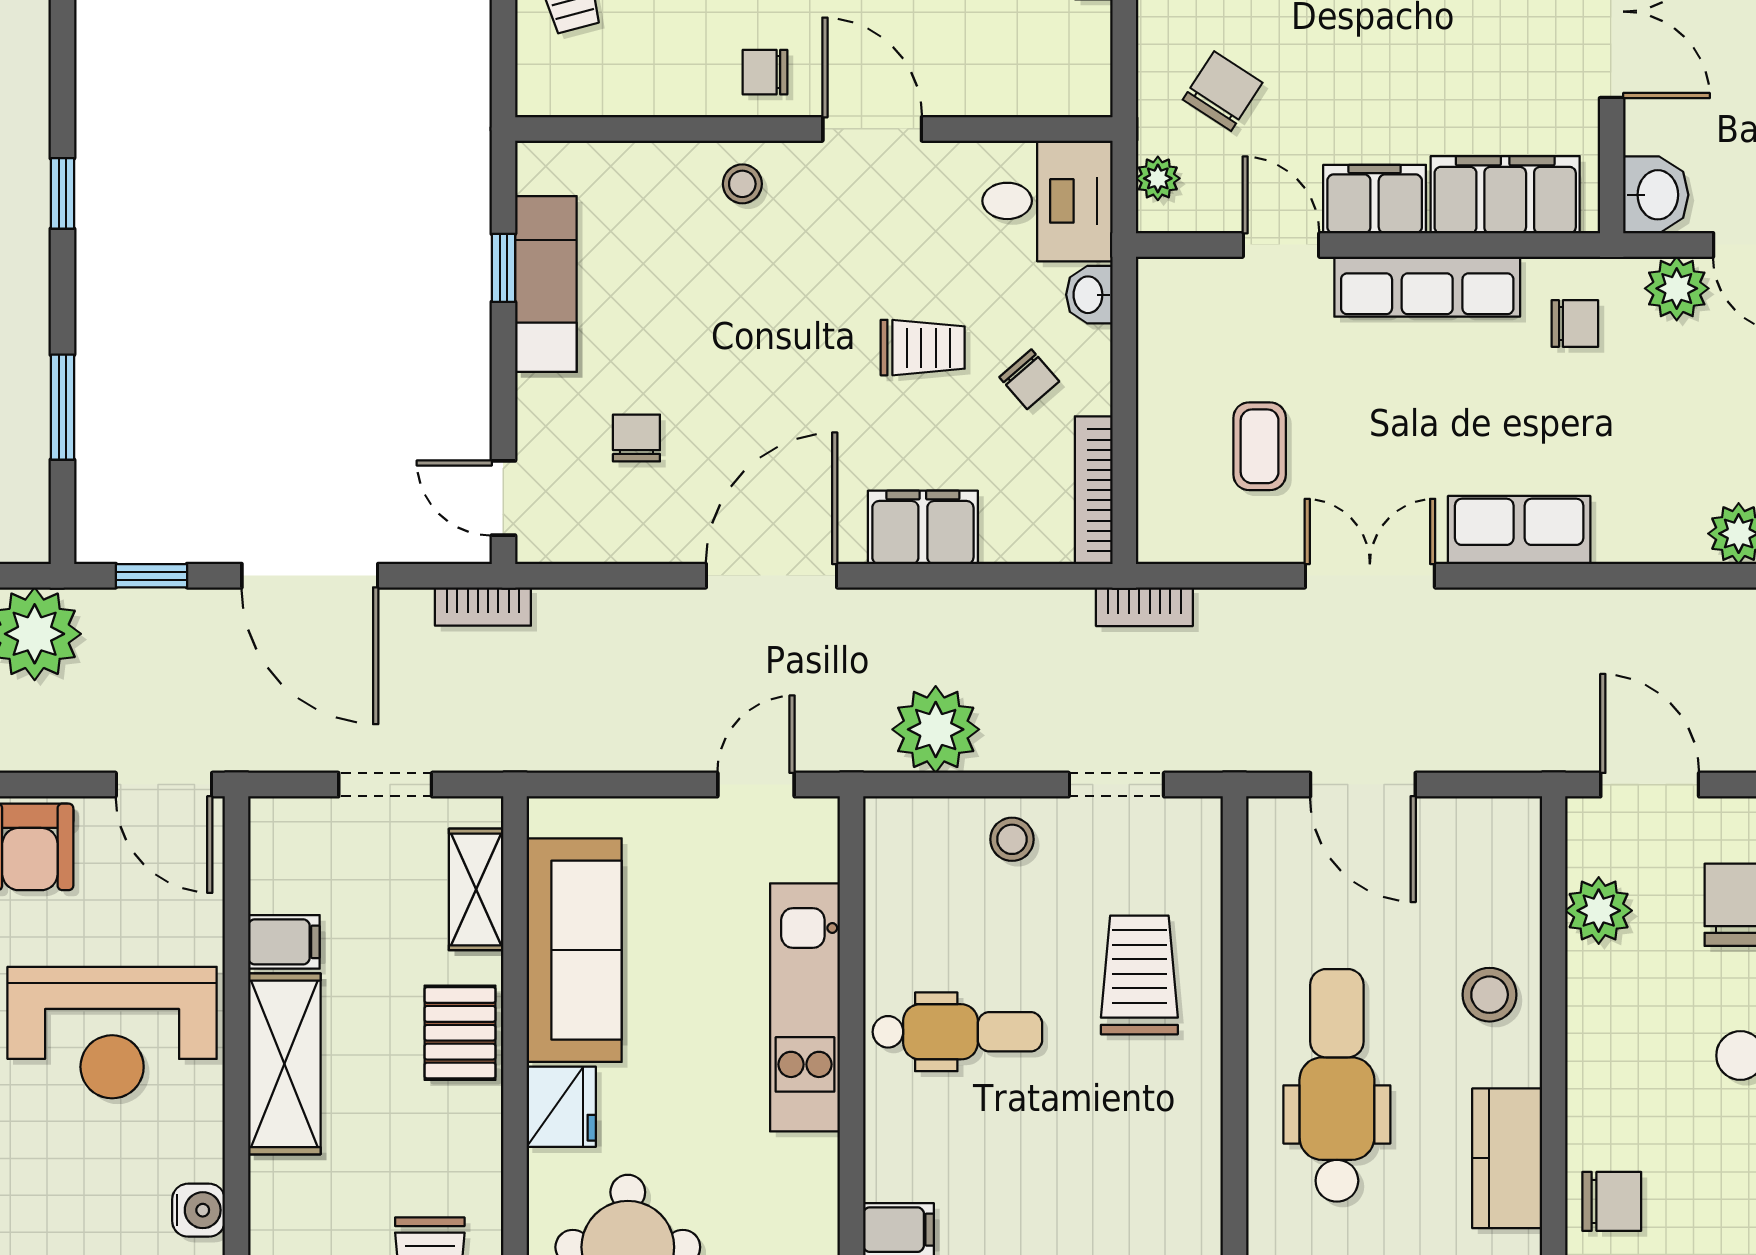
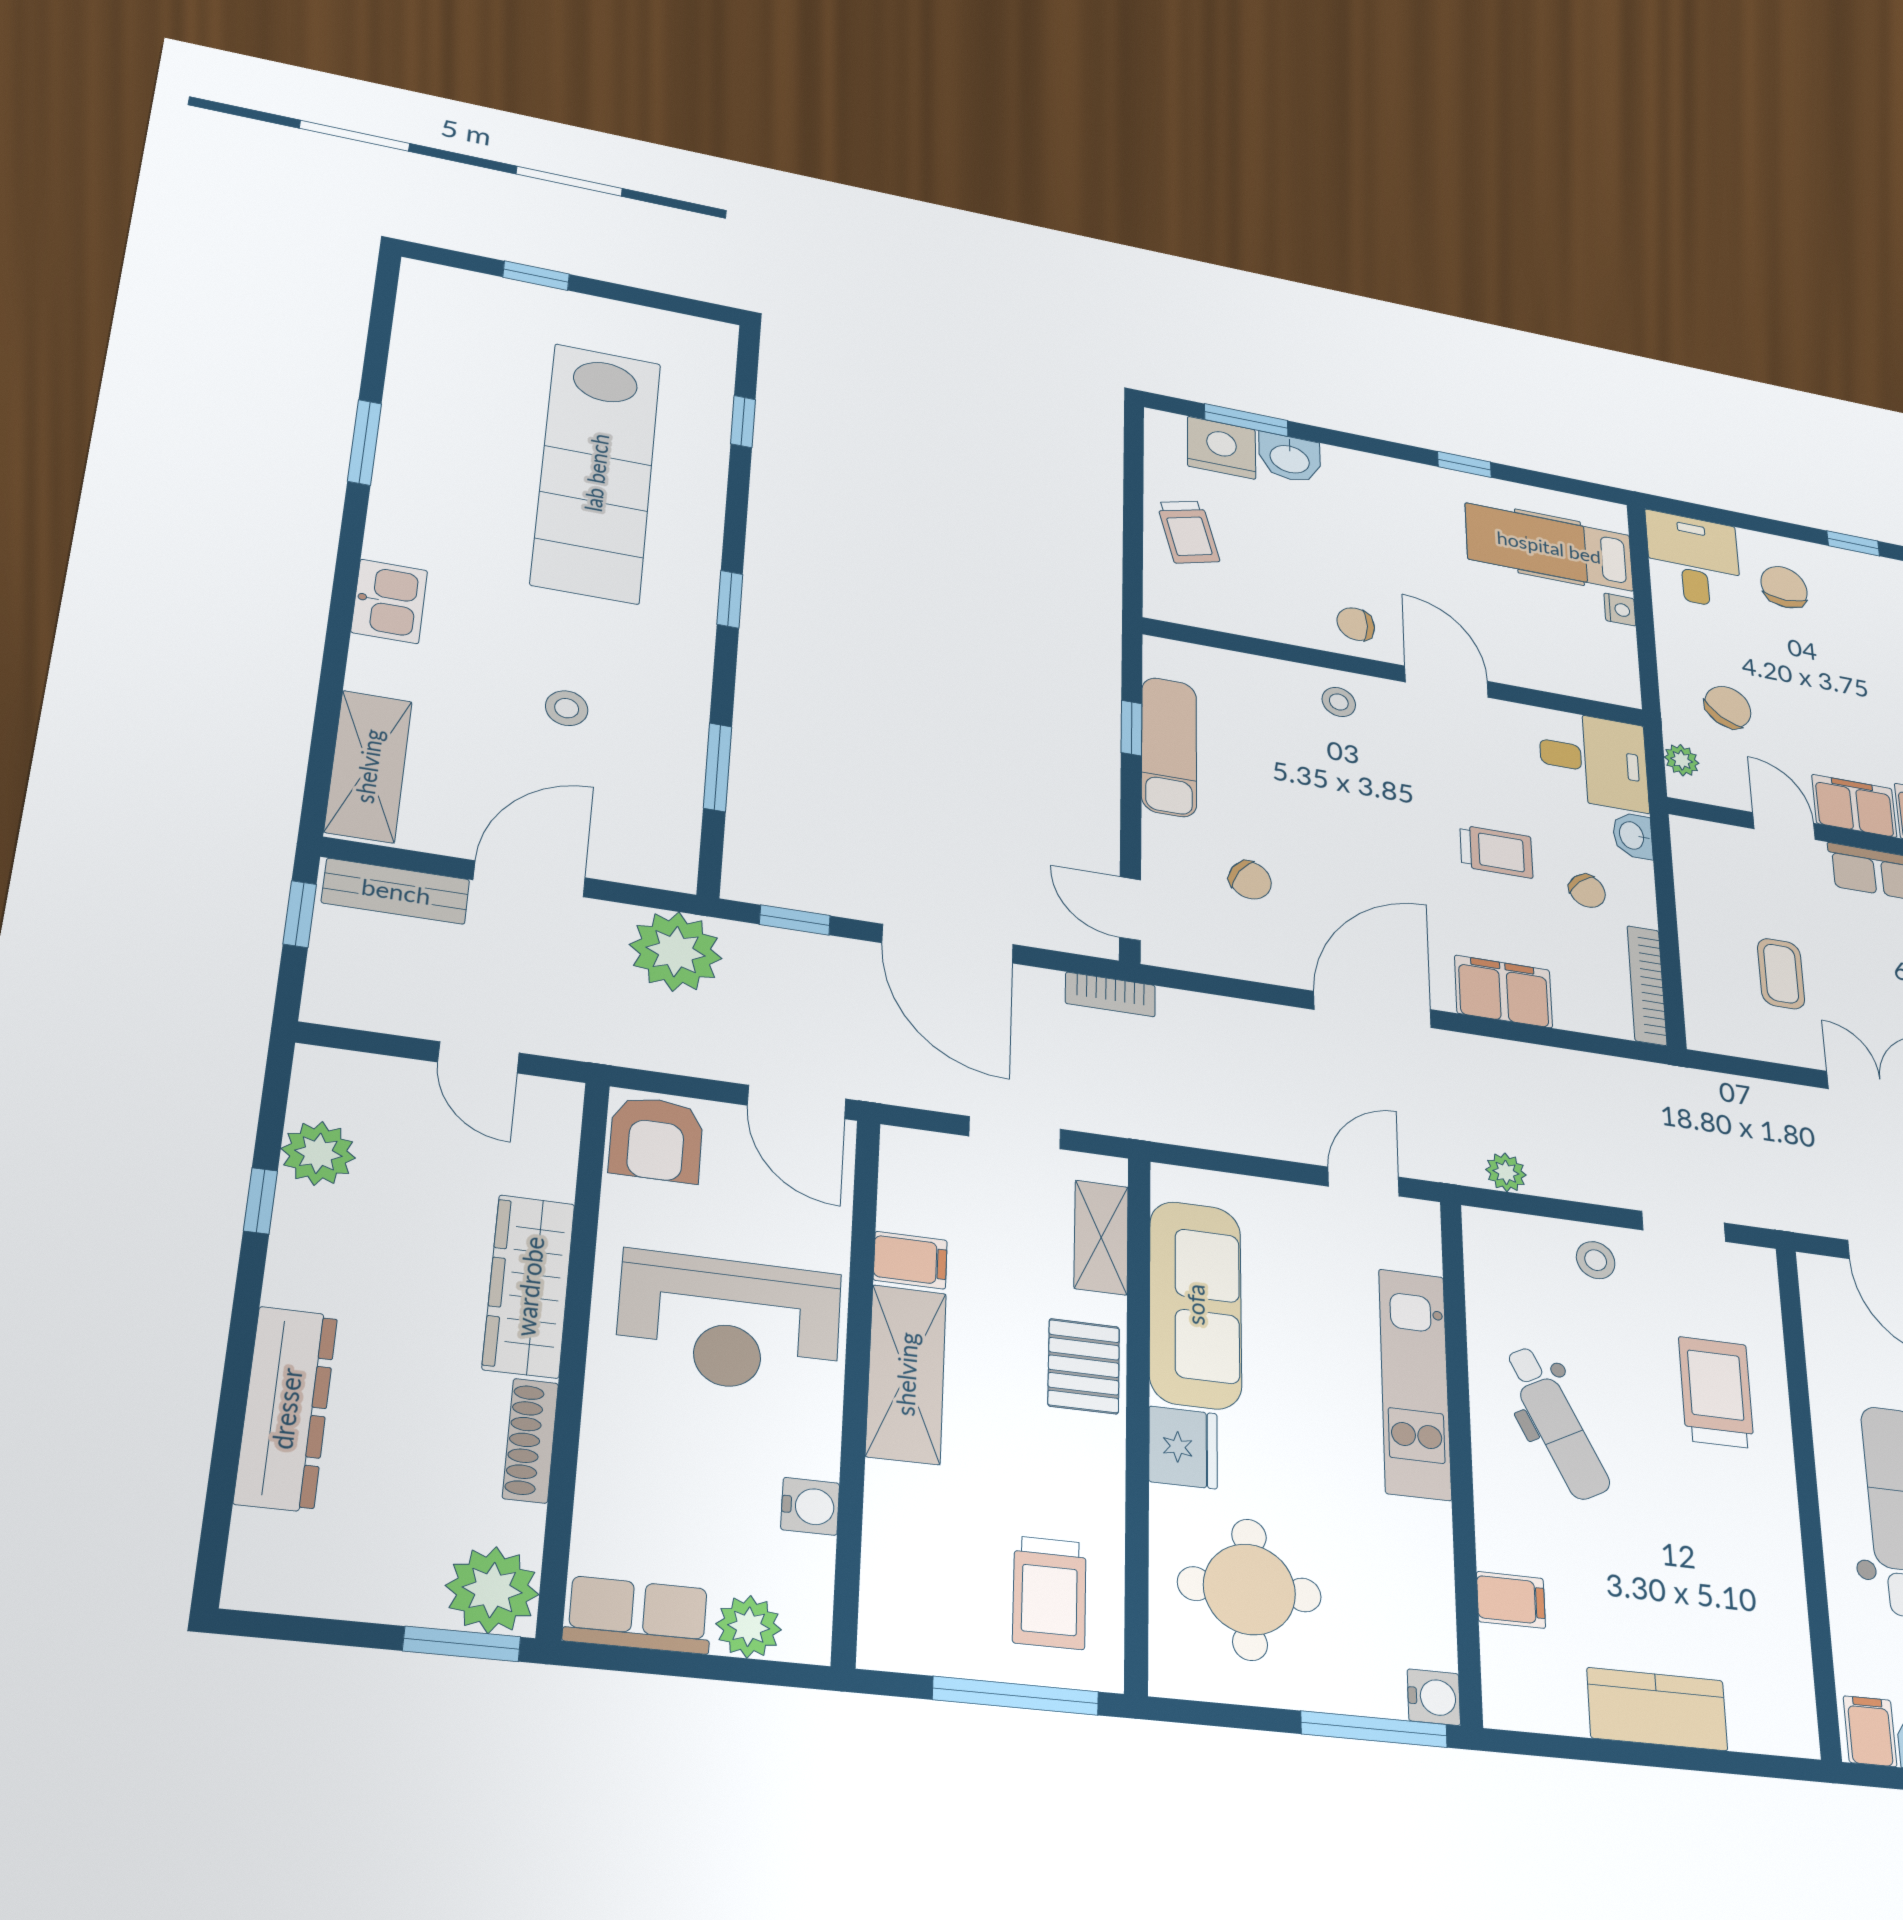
chair: (636, 438) -> (1250, 880), turned 124
bookcase: (1144, 607) -> (1696, 1084), removed
plant: (936, 729) -> (1506, 1172), width x0.53, depth x0.53
dental chair: (957, 1032) -> (1556, 1423), turned 63

